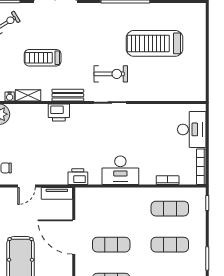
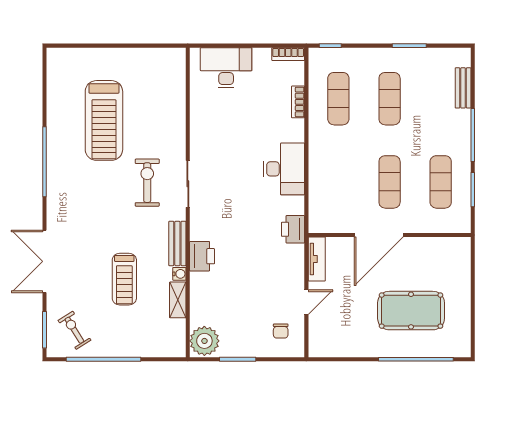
water cooler: (10, 97) -> (179, 274), moved
bookcase: (201, 167) -> (288, 54), width x0.64
door: (27, 186) -> (306, 302), hinge flipped

